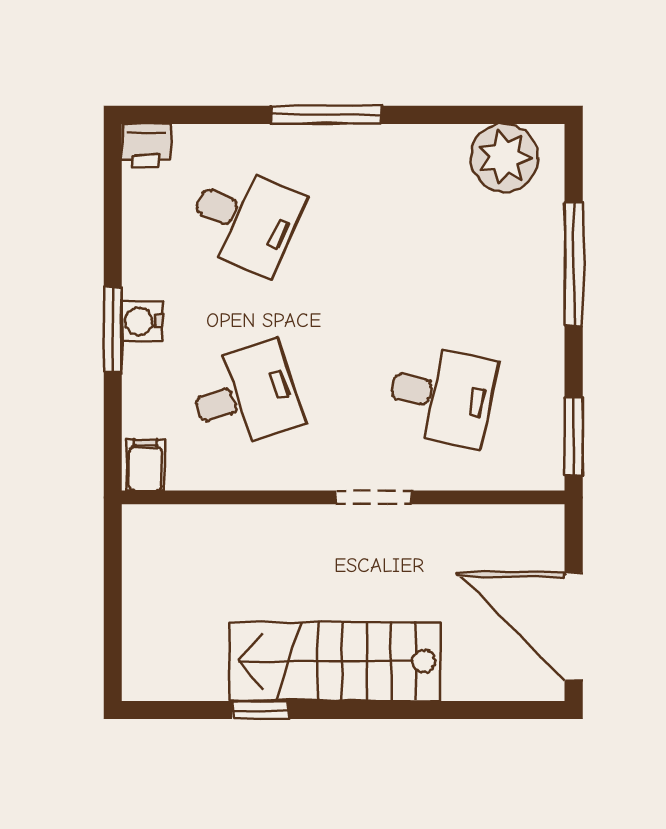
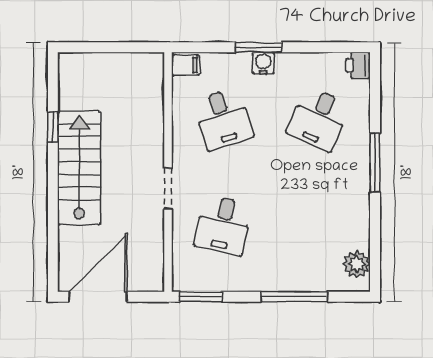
plant: (504, 158) -> (357, 264), width x0.73, depth x0.73

